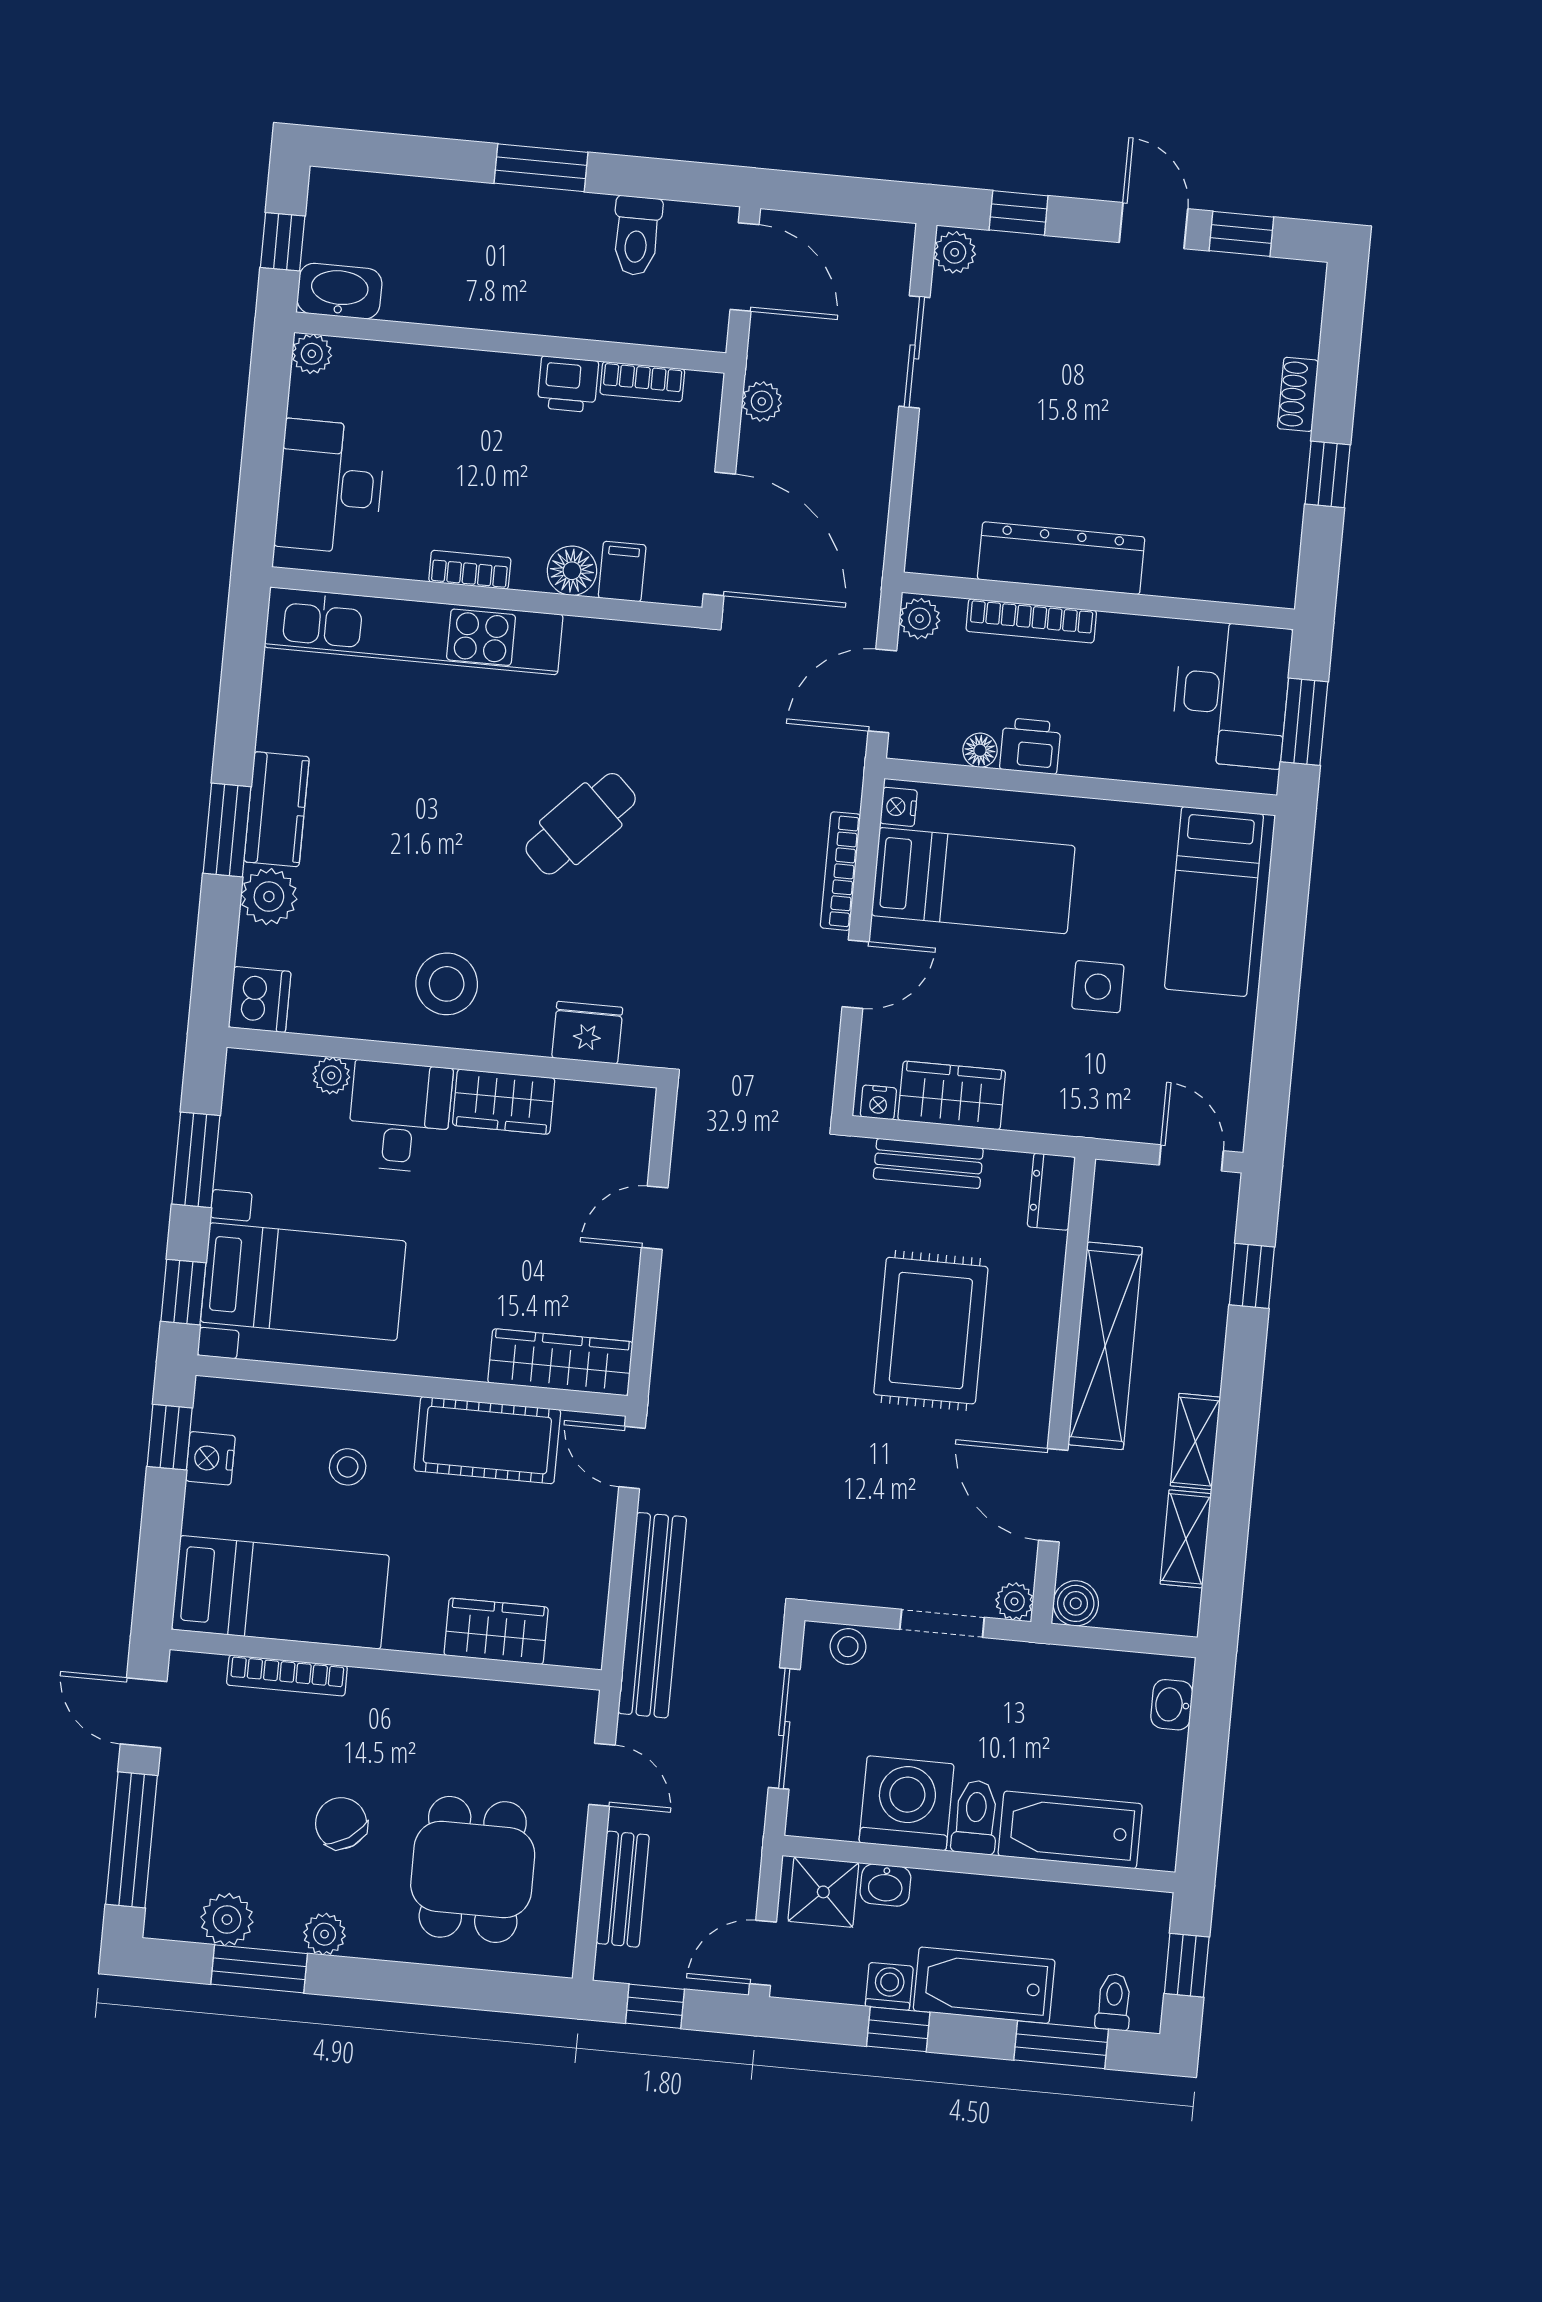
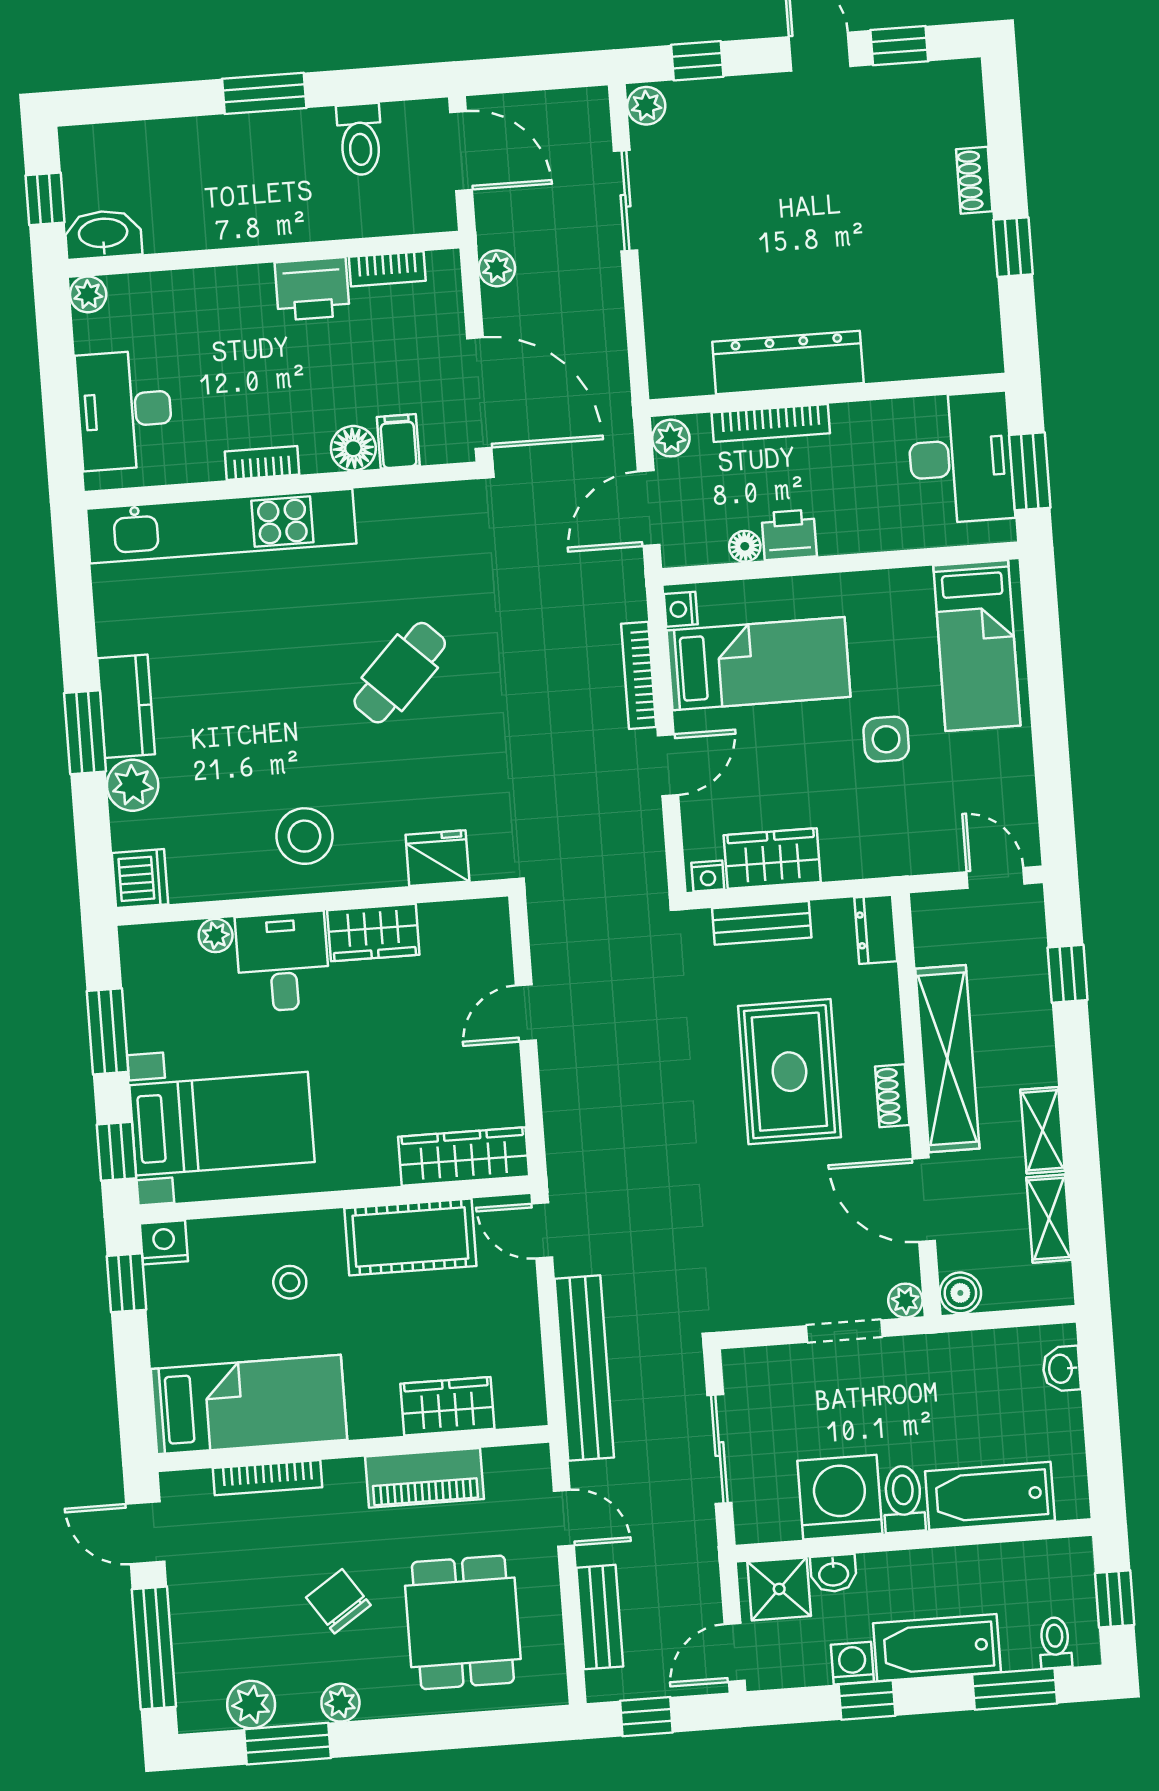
printer: (568, 384) -> (312, 289), width x1.36, depth x1.24
shoe rack: (1038, 1376) -> (892, 1096), added
nightstand: (210, 1458) -> (164, 1242), moved, turned 90
stool: (848, 1647) -> (764, 1366), removed
piano: (458, 1705) -> (425, 1478), added

